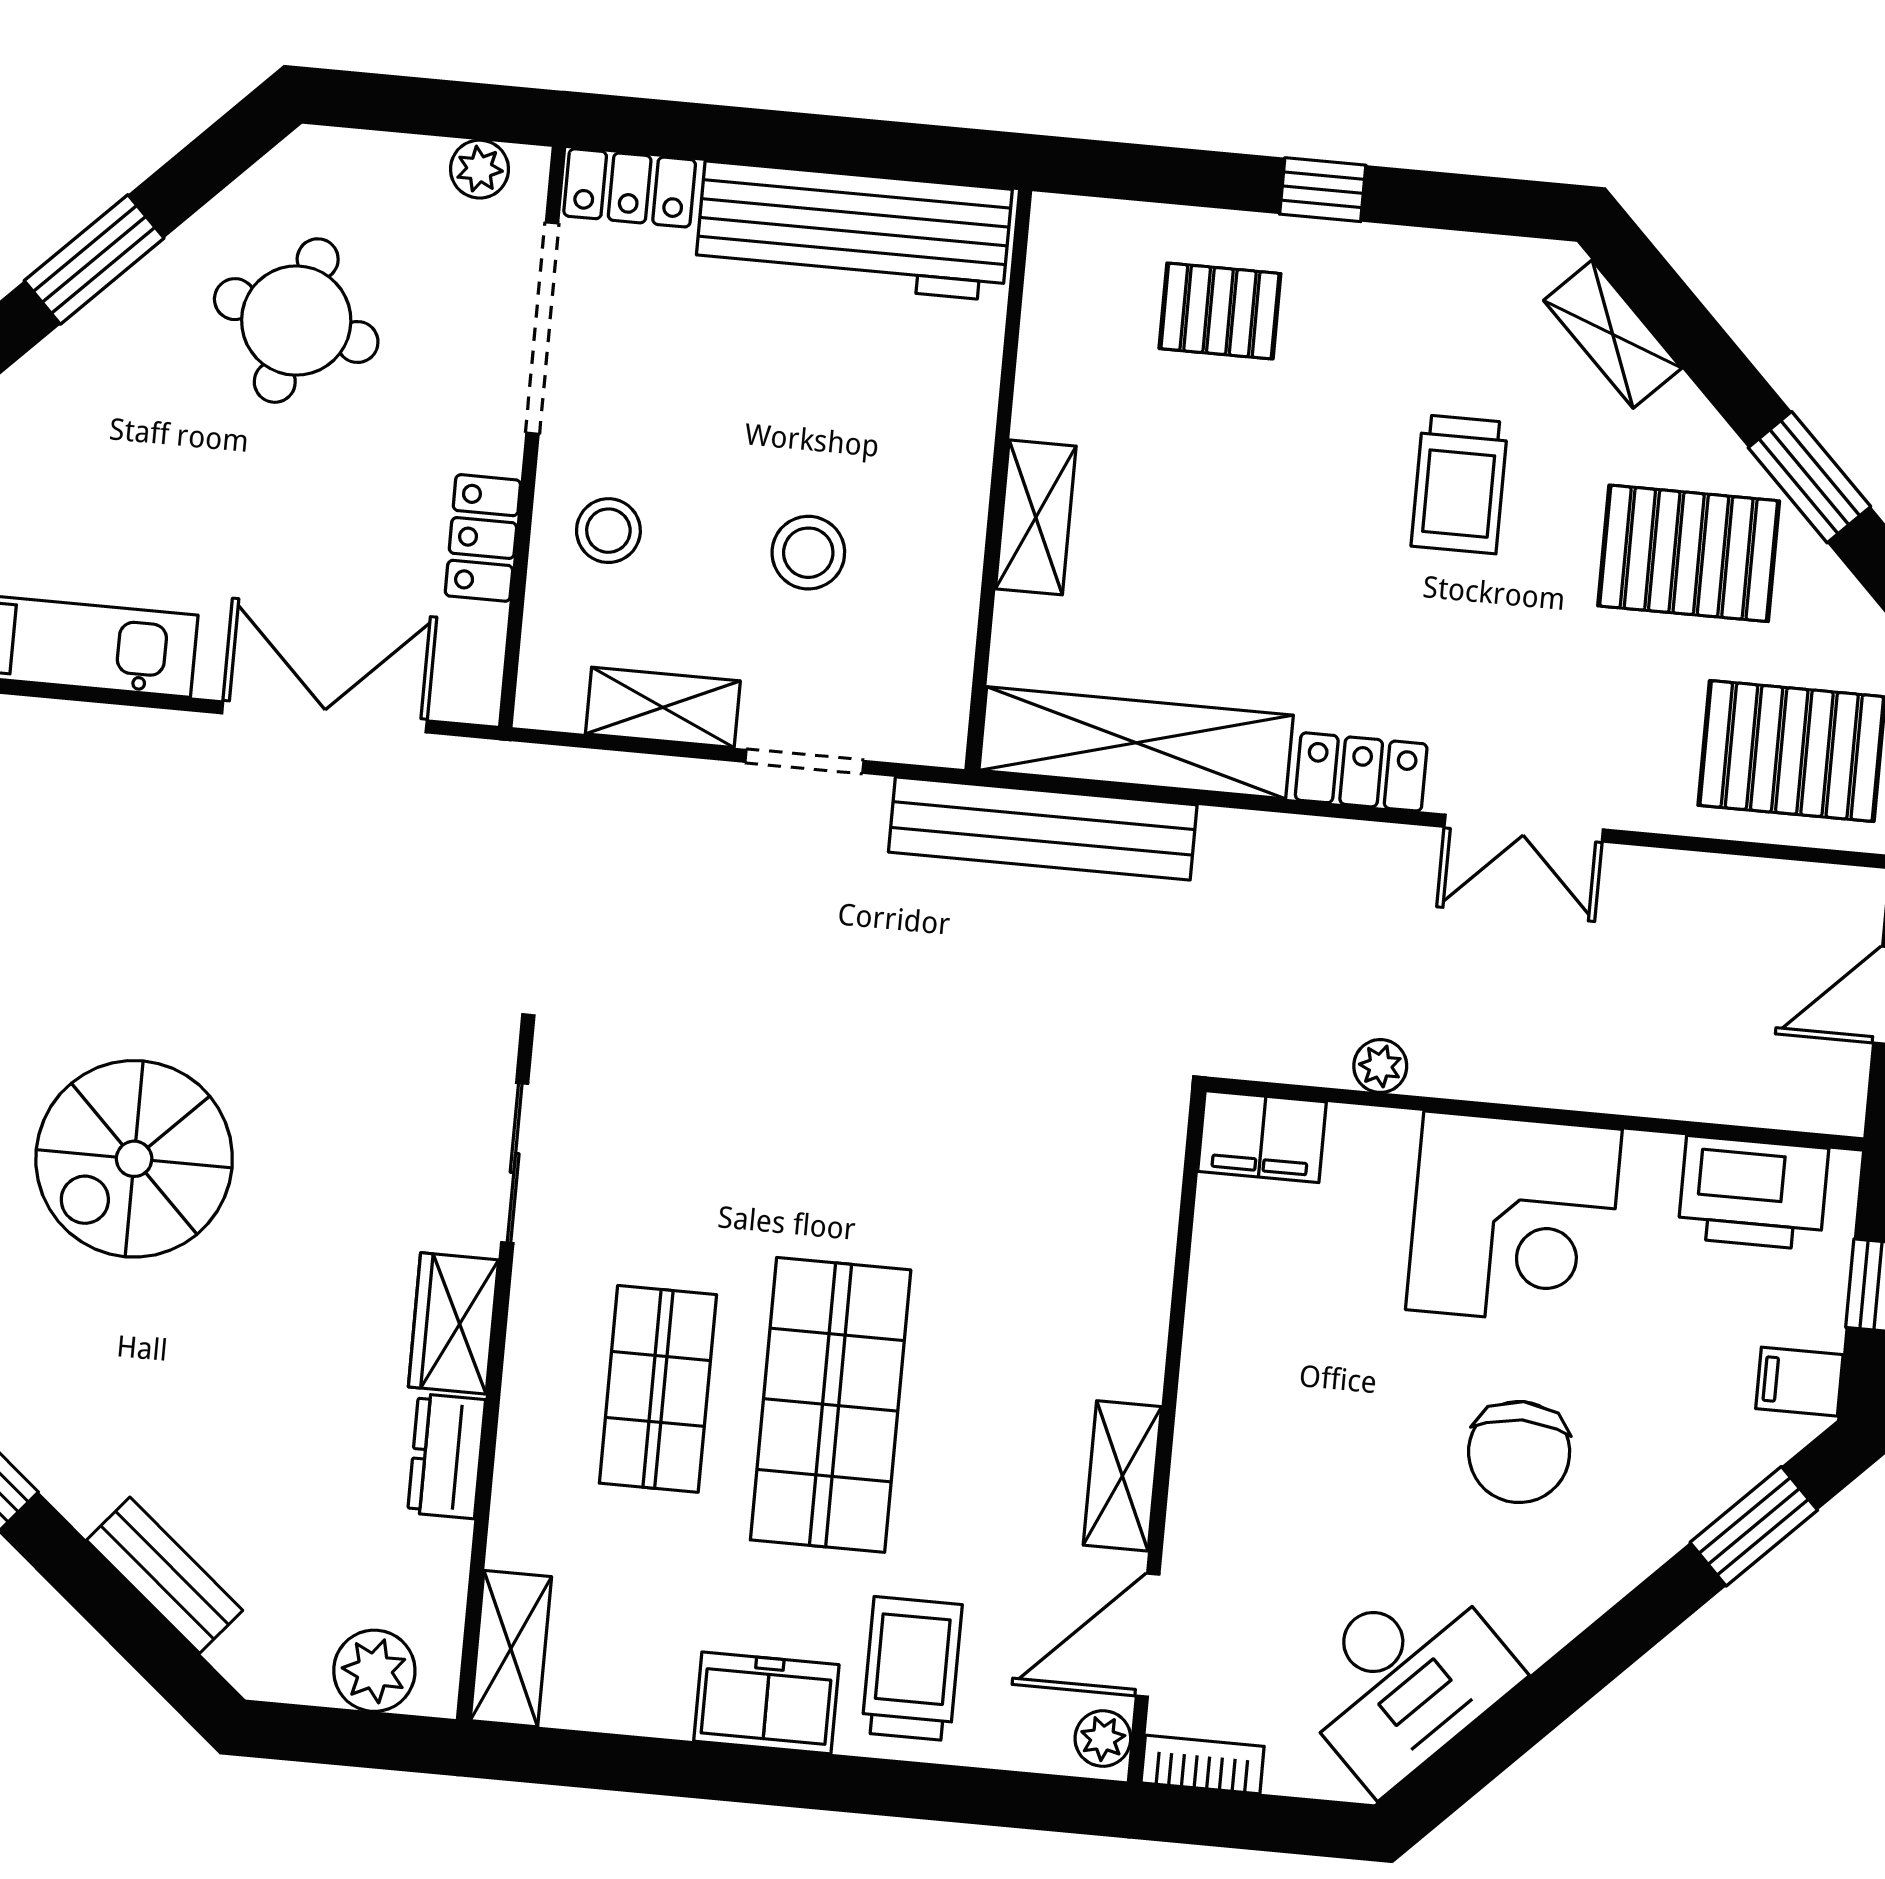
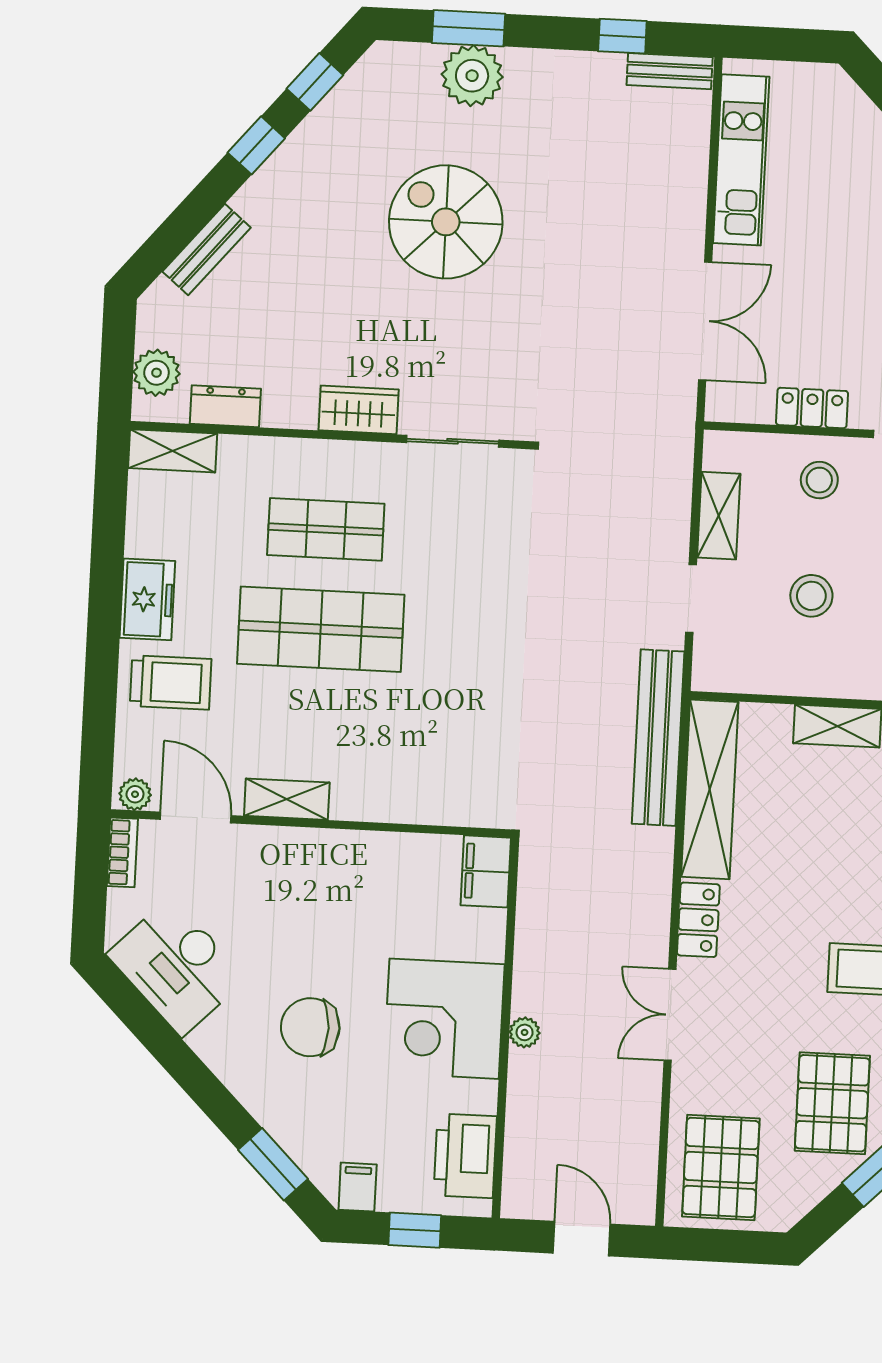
plant: (1380, 1066) -> (525, 1032), moved
dresser: (446, 1456) -> (225, 406), moved

